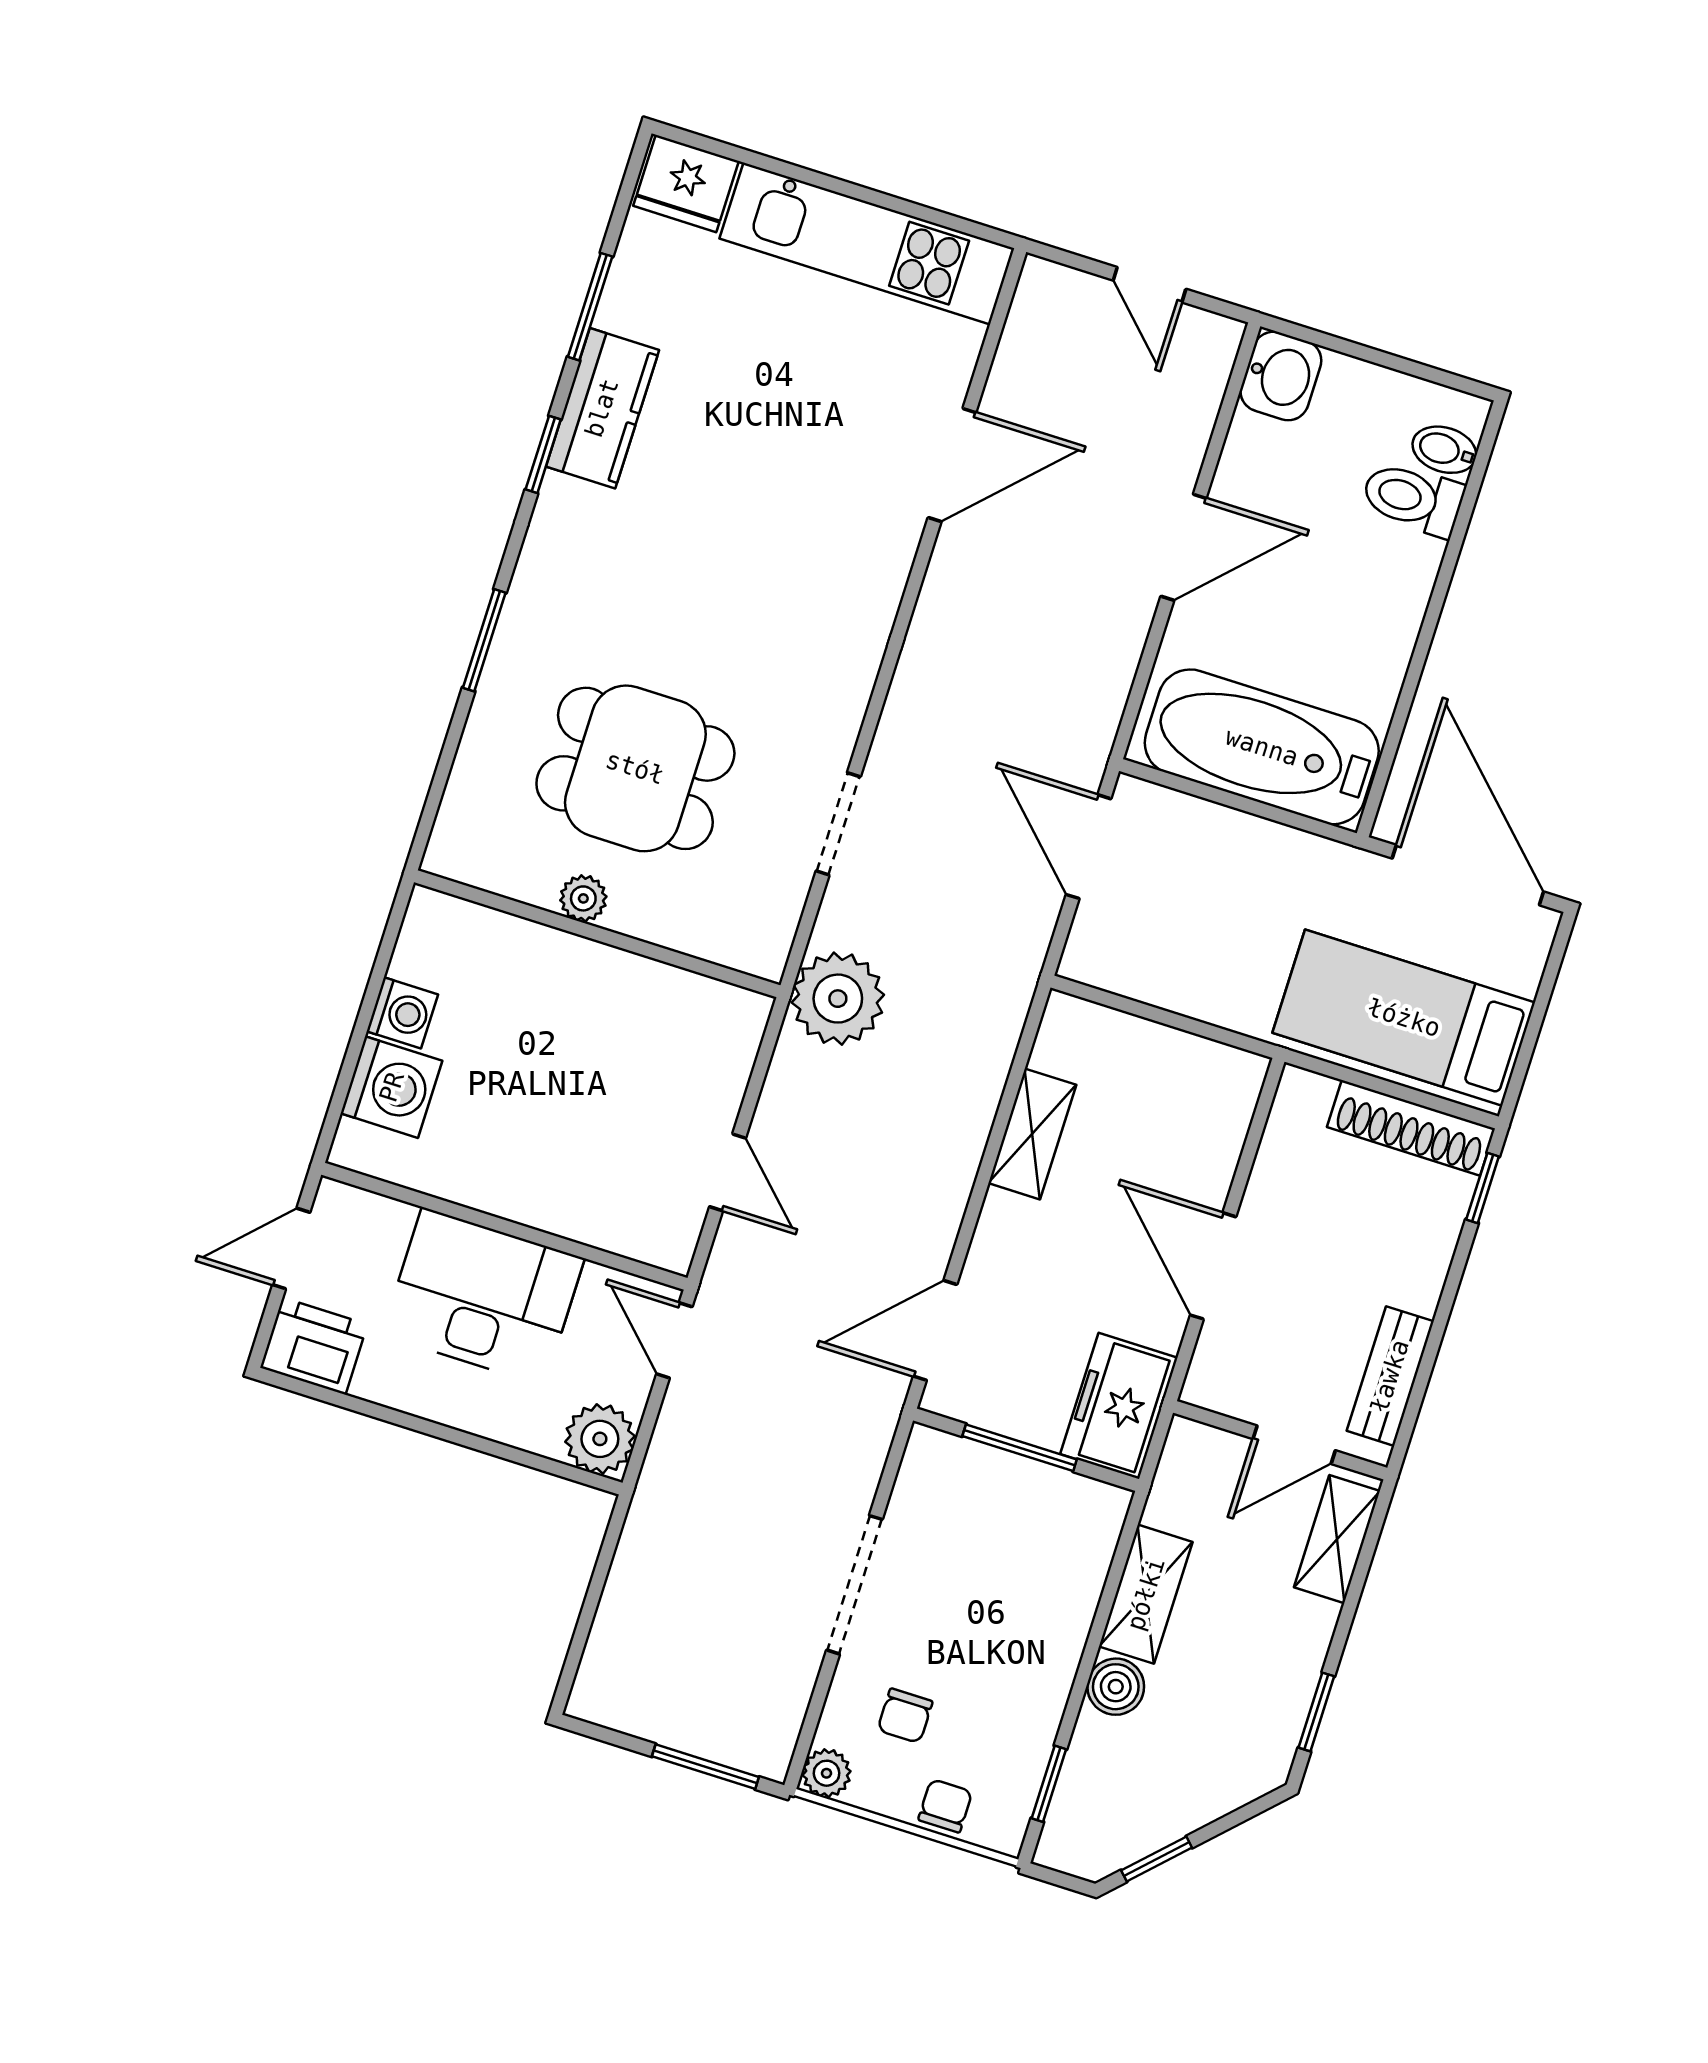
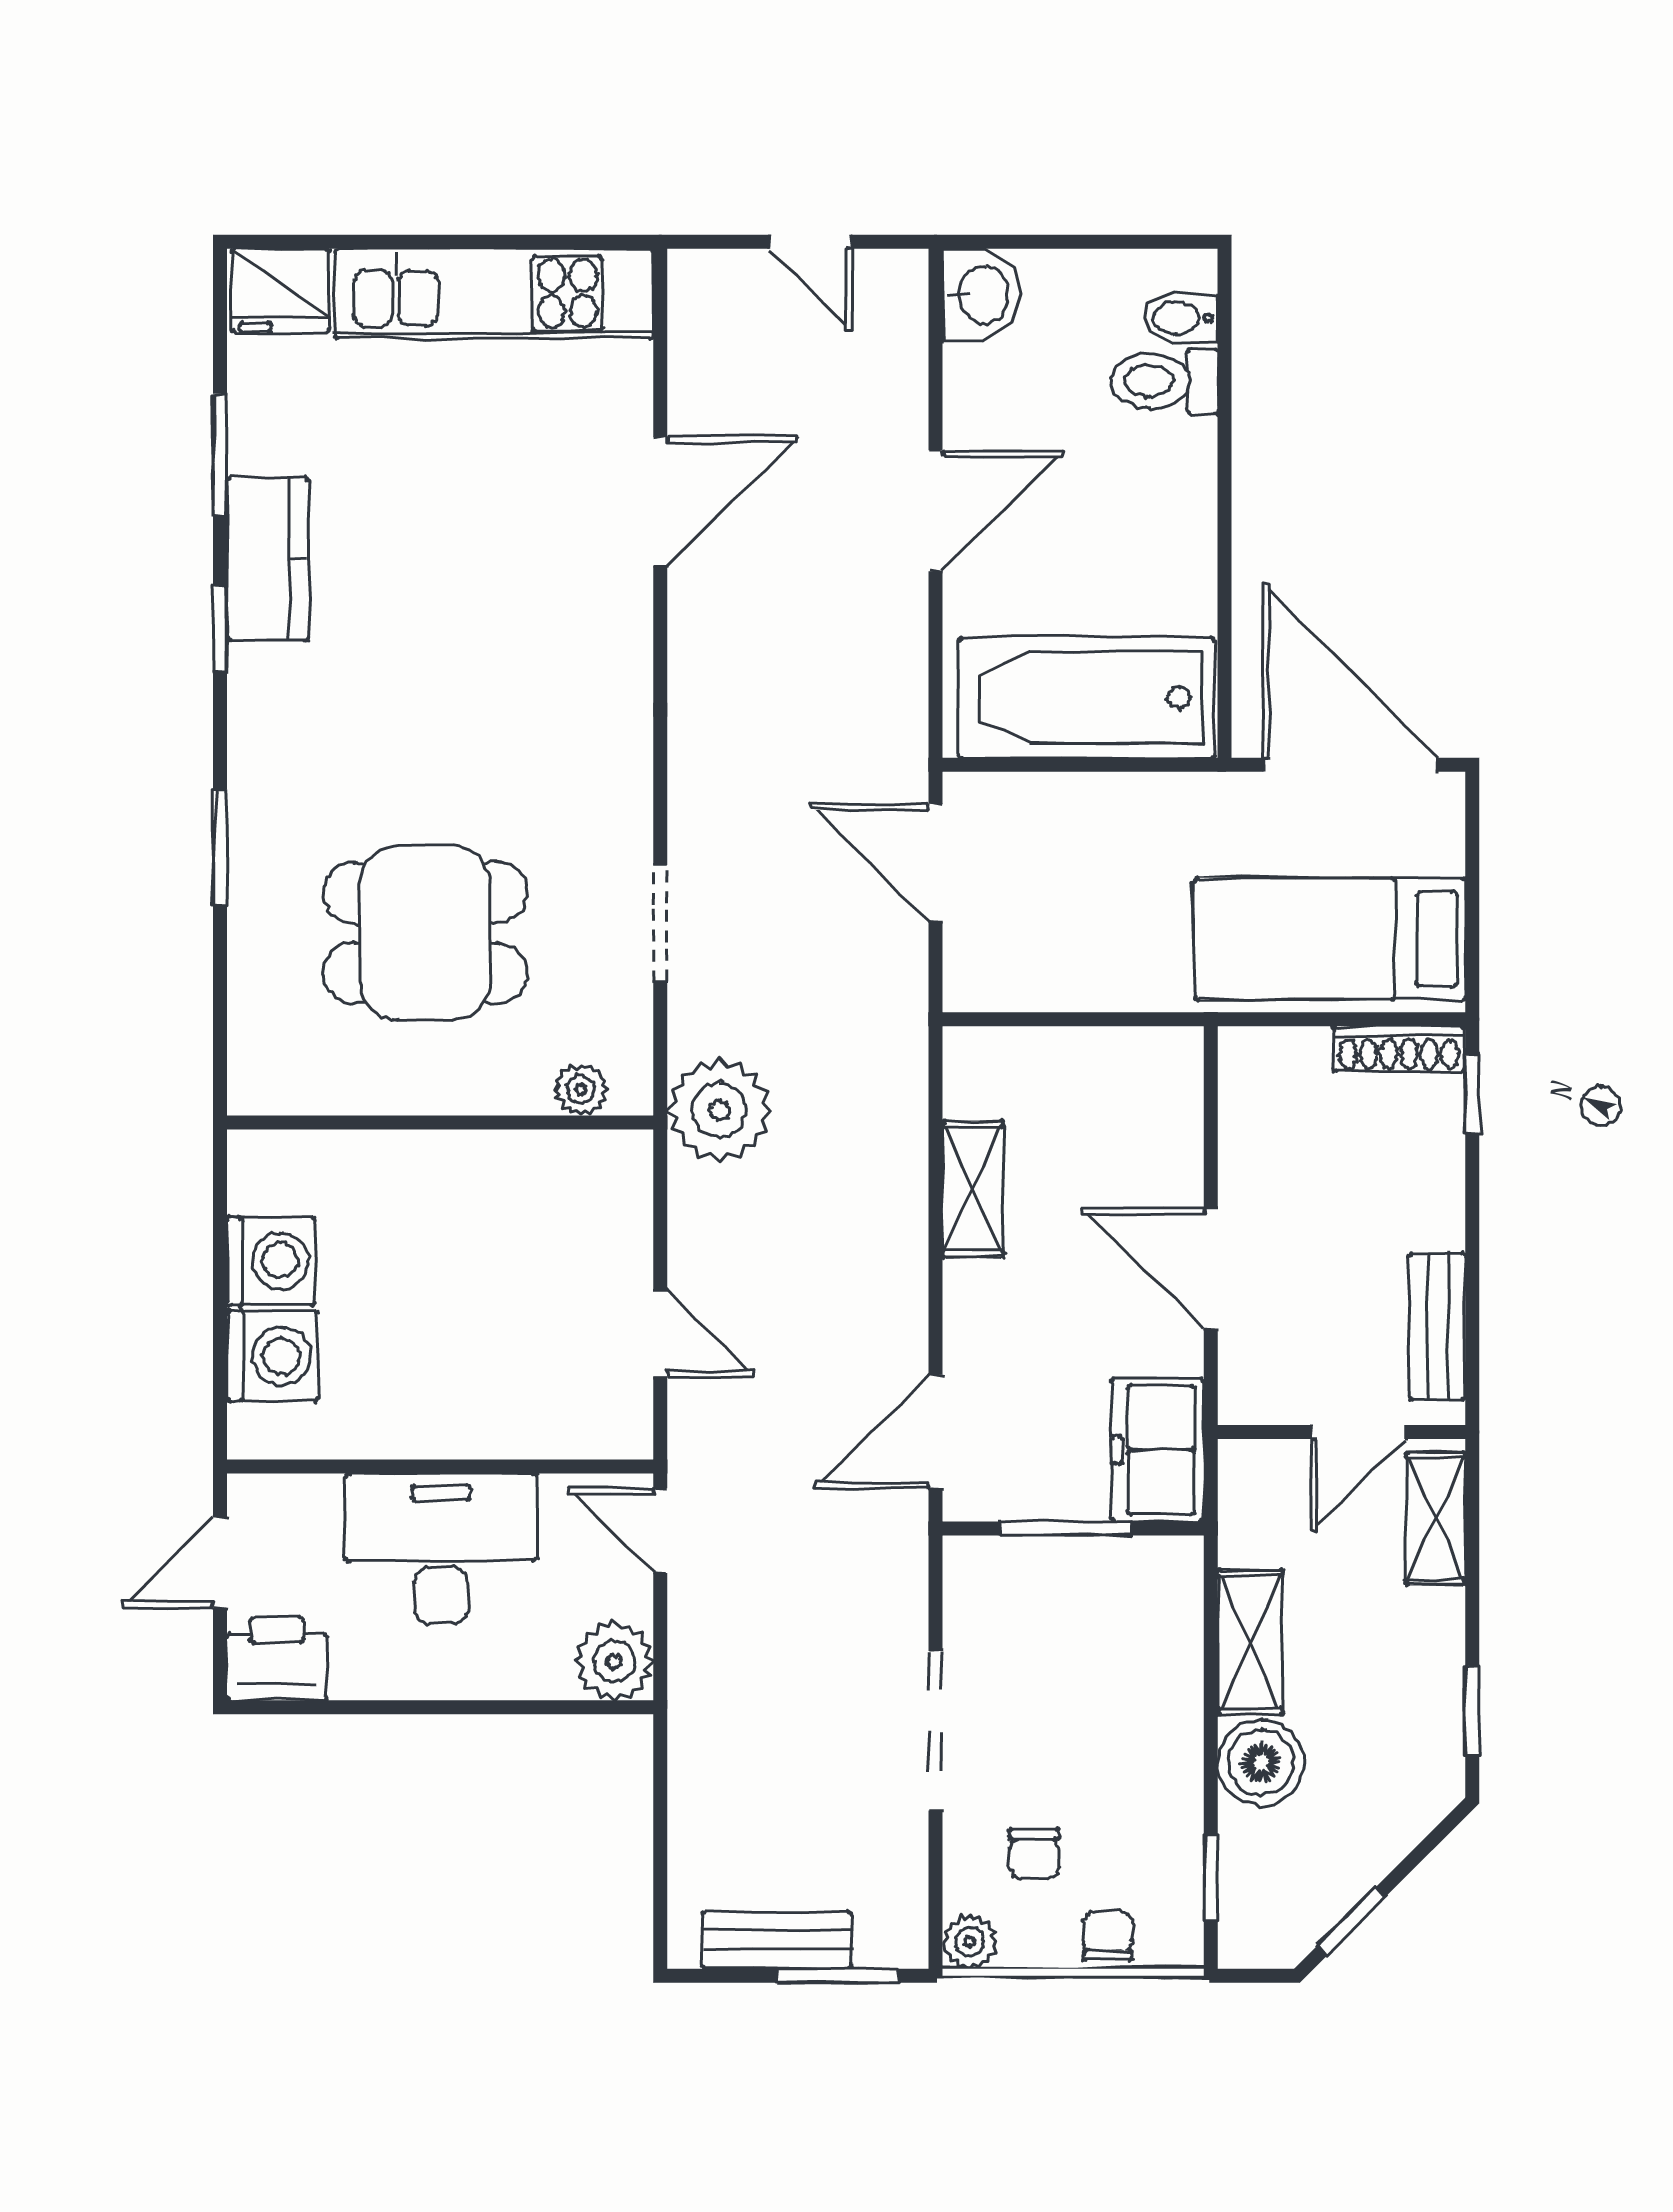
plant: (583, 898) -> (581, 1089), moved
washing machine: (402, 1013) -> (271, 1261), width x1.38, depth x1.38
shoe rack: (1411, 1128) -> (1399, 1049), width x0.74, depth x0.81
boiler: (1116, 1687) -> (1261, 1763), width x1.36, depth x1.36
bench: (663, 1720) -> (777, 1940), added

